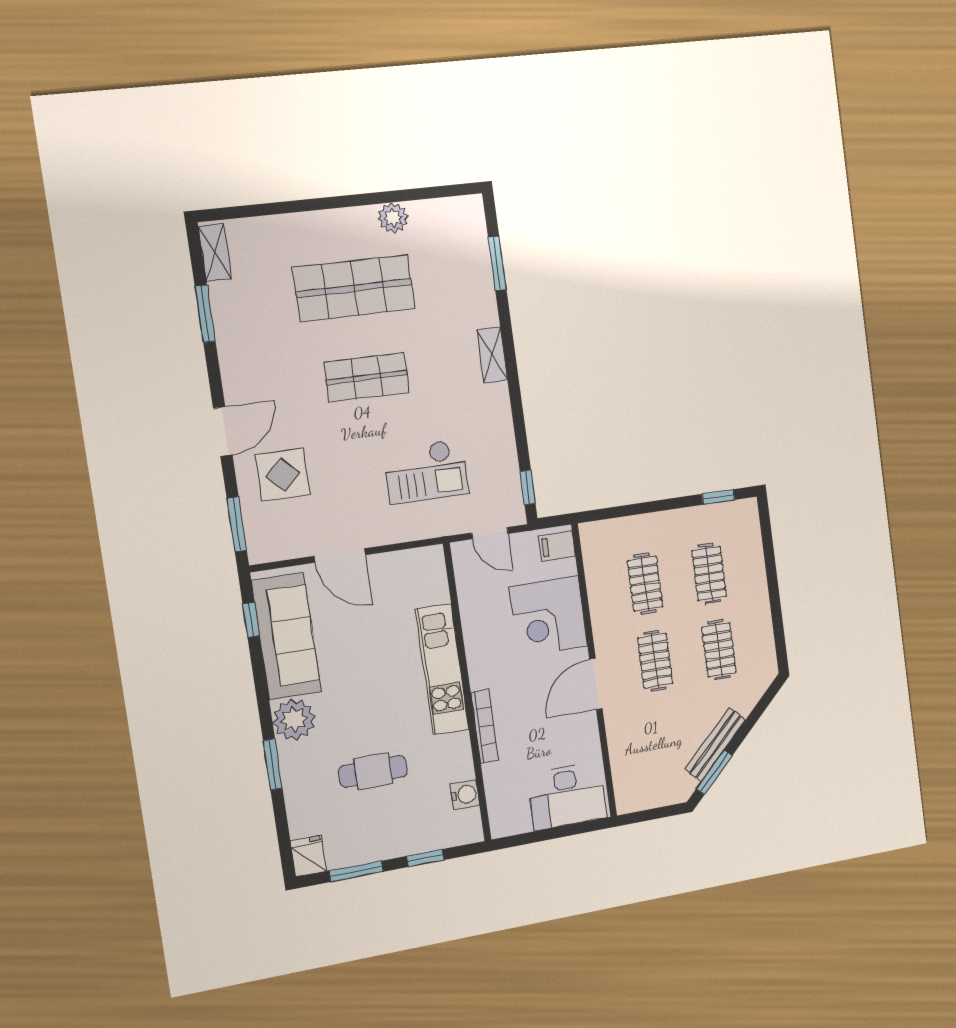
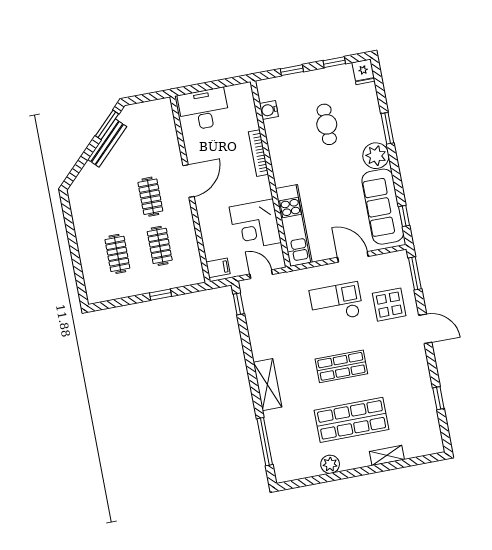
shelving: (215, 253) -> (387, 455), moved, turned 90
window: (497, 263) -> (265, 442), width x1.44
window: (205, 314) -> (438, 398), width x0.67
shelving: (492, 355) -> (268, 385), width x1.50, depth x1.33
door: (223, 431) -> (425, 329), swing flipped
checkout: (426, 472) -> (336, 303), moved
window: (718, 497) -> (161, 295), moved
corner desk: (548, 616) -> (255, 225), moved, turned 180
clothes rail: (719, 650) -> (108, 205), removed
kitchen unit: (442, 669) -> (294, 225), moved
cafe table: (373, 771) -> (327, 124), turned 90
window: (356, 871) -> (334, 62), width x0.67

